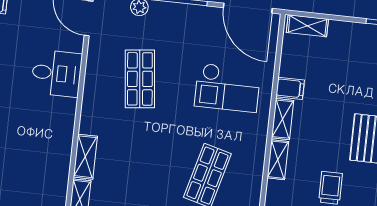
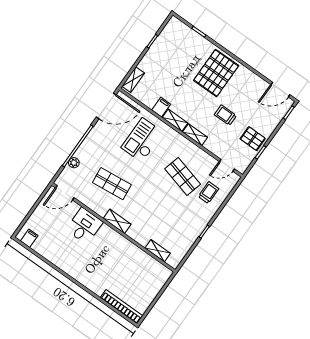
checkout: (228, 88) -> (142, 140), turned 180
shelving: (85, 157) -> (117, 221), moved

